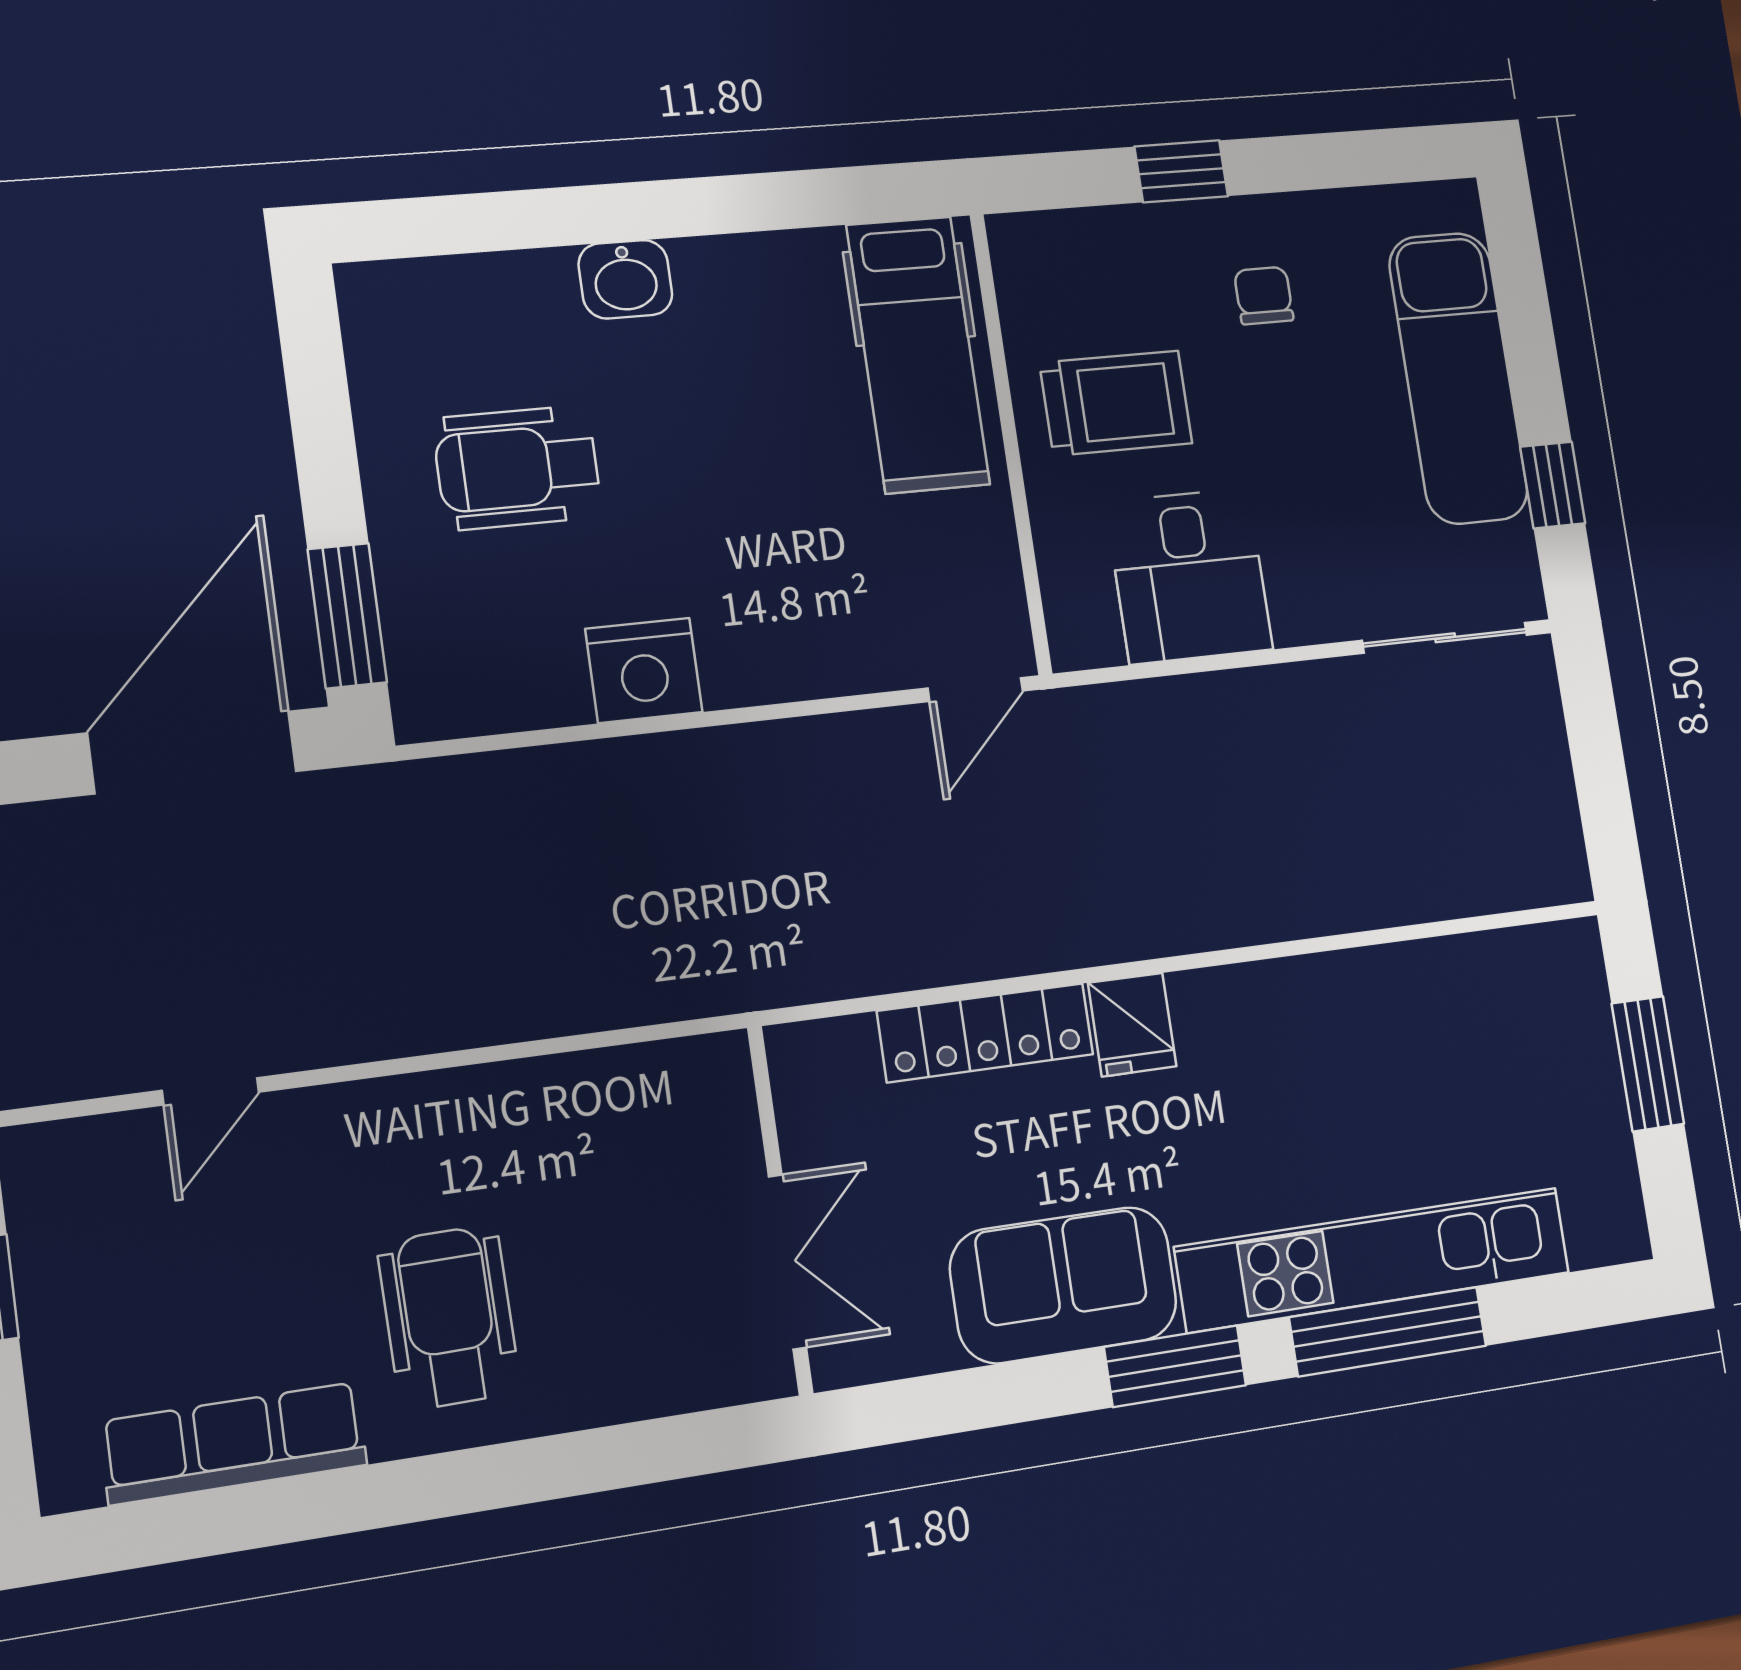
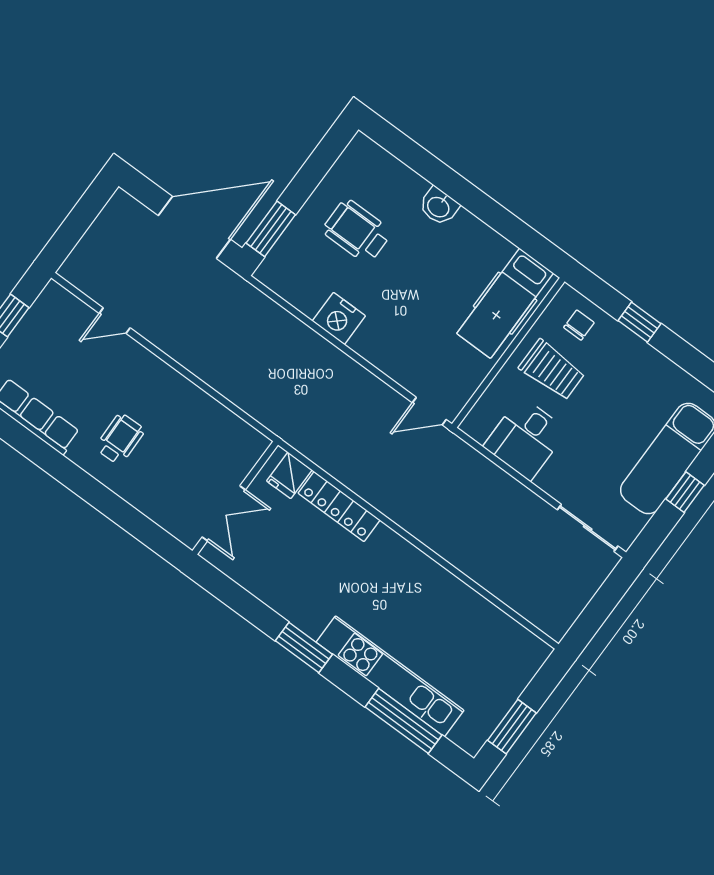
chair: (1264, 296) -> (579, 325), moved
window: (1553, 485) -> (685, 492), moved
fridge: (1132, 1025) -> (289, 475), moved
window: (1648, 1064) -> (512, 727), moved
sofa: (1064, 1285) -> (294, 595), removed
wheelchair: (449, 1317) -> (120, 439), width x0.73, depth x0.73
window: (1388, 1332) -> (403, 721), moved

